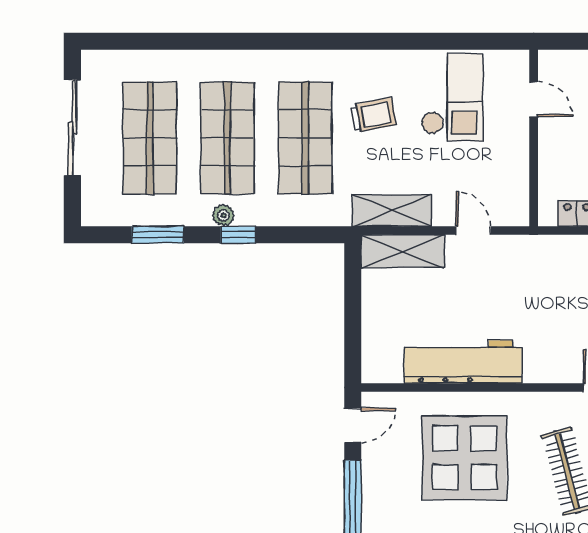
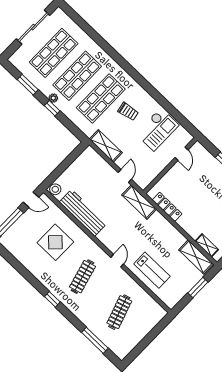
shelving: (403, 251) -> (139, 202), moved
stool: (377, 368) -> (55, 189), added
display table: (464, 458) -> (55, 242), width x0.73, depth x0.73

